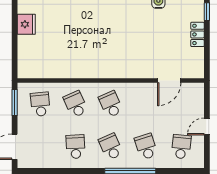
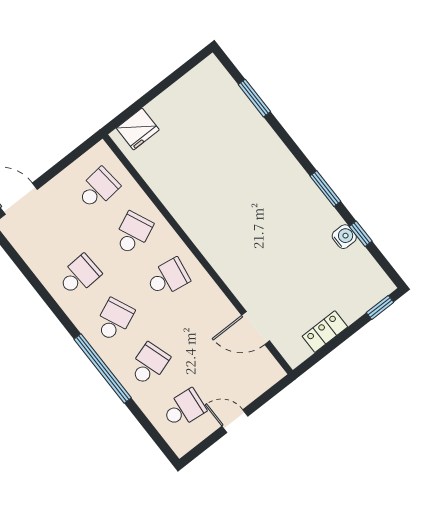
fridge: (26, 24) -> (138, 129), moved
locker: (197, 34) -> (325, 332), moved
window: (15, 102) -> (75, 155), removed
school desk: (111, 104) -> (168, 278), turned 33

